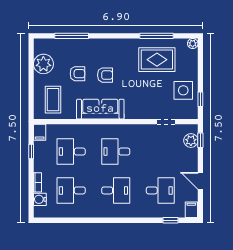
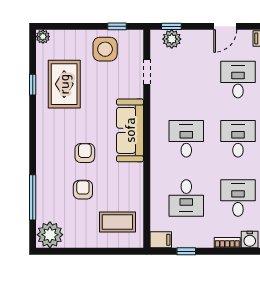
window: (157, 36) -> (33, 85), width x0.46
plant: (43, 64) -> (50, 235), moved
sofa: (100, 109) -> (130, 130), moved
desk: (116, 152) -> (186, 139), turned 180
desk: (71, 190) -> (238, 198), turned 180

